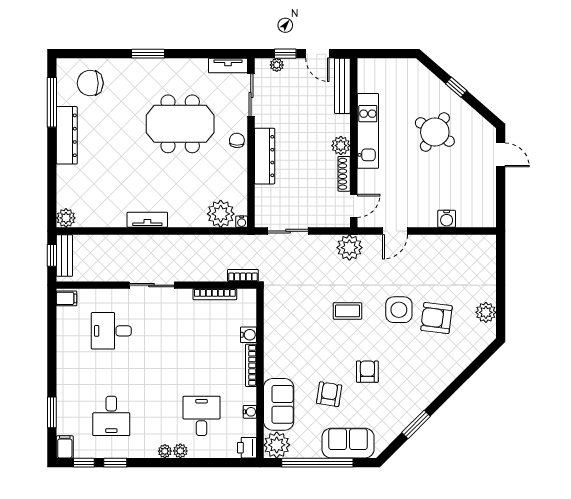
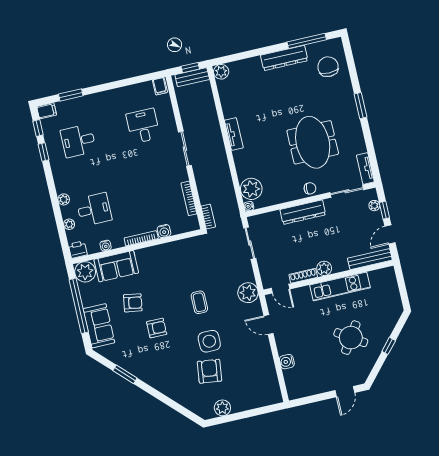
plant: (165, 451) -> (69, 224), moved

